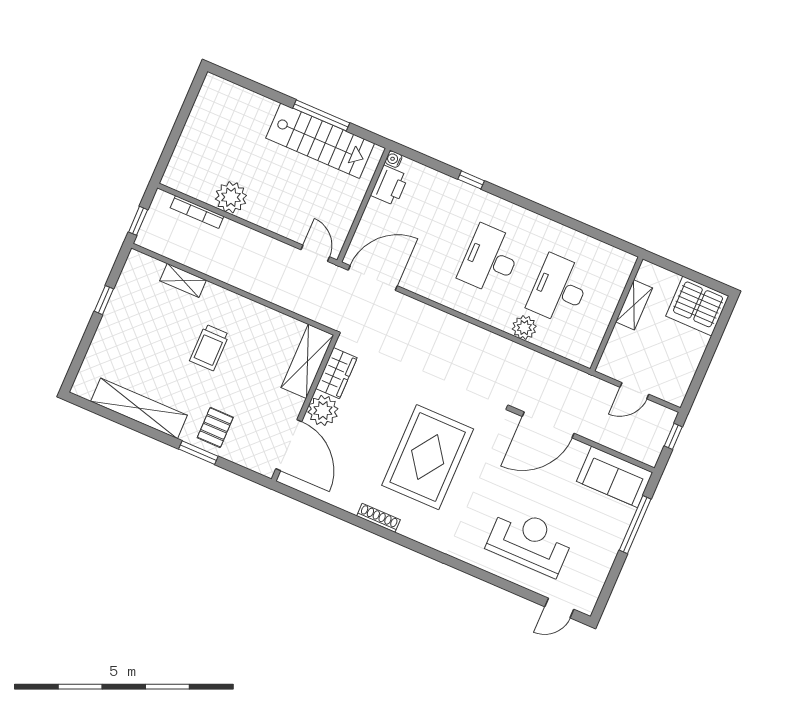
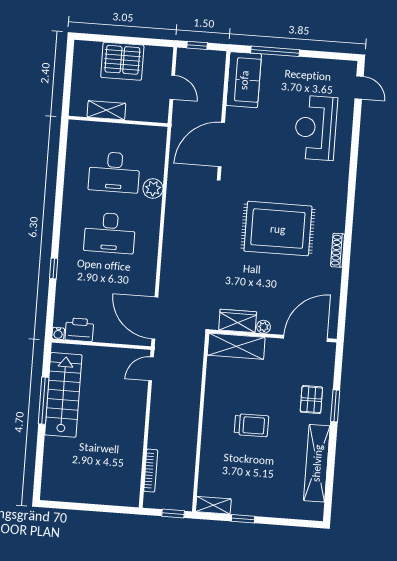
plant: (231, 197) -> (130, 448), removed
shelving: (183, 280) -> (213, 505), moved, turned 90
server rack: (697, 306) -> (122, 61), moved, turned 90
plant: (323, 410) -> (264, 327), width x0.53, depth x0.53
door: (548, 425) -> (221, 145), swing flipped
pallet: (215, 427) -> (311, 400), turned 90

